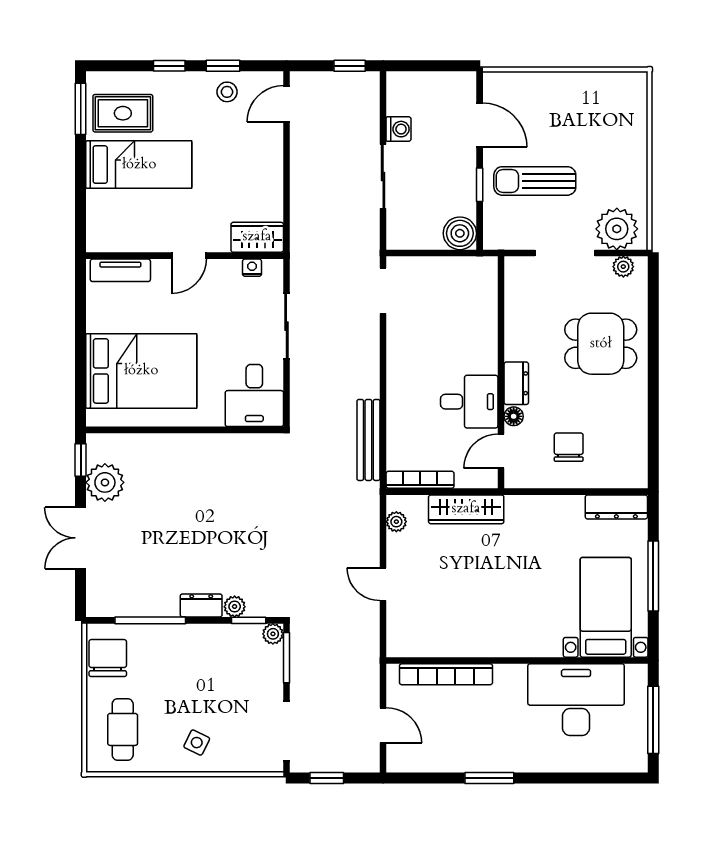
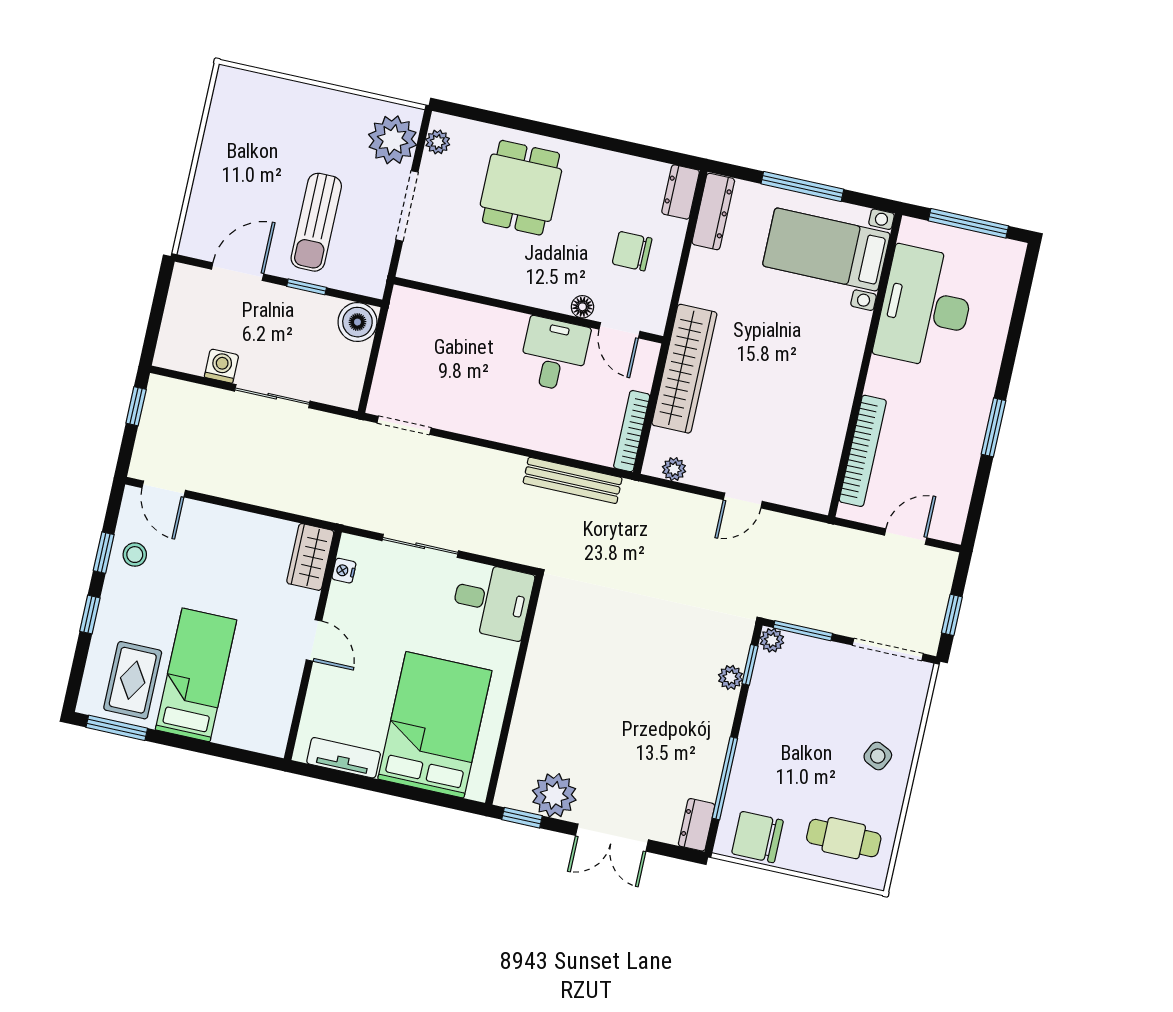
tv unit: (120, 270) -> (344, 758), moved, turned -90
dresser: (516, 383) -> (681, 192), moved, turned -90
wardrobe: (466, 509) -> (684, 369), width x1.40, depth x1.17
dresser: (201, 605) -> (697, 825), moved

